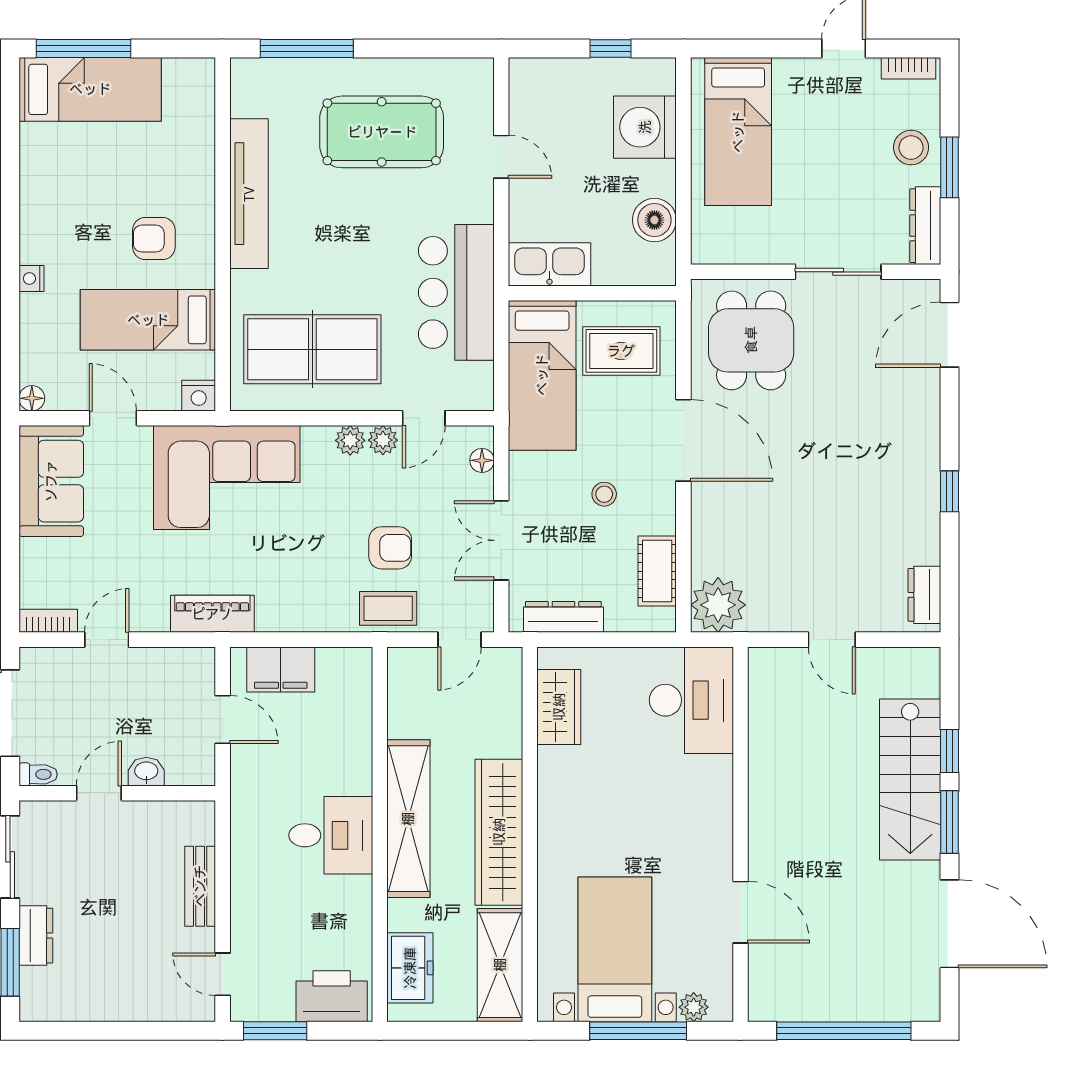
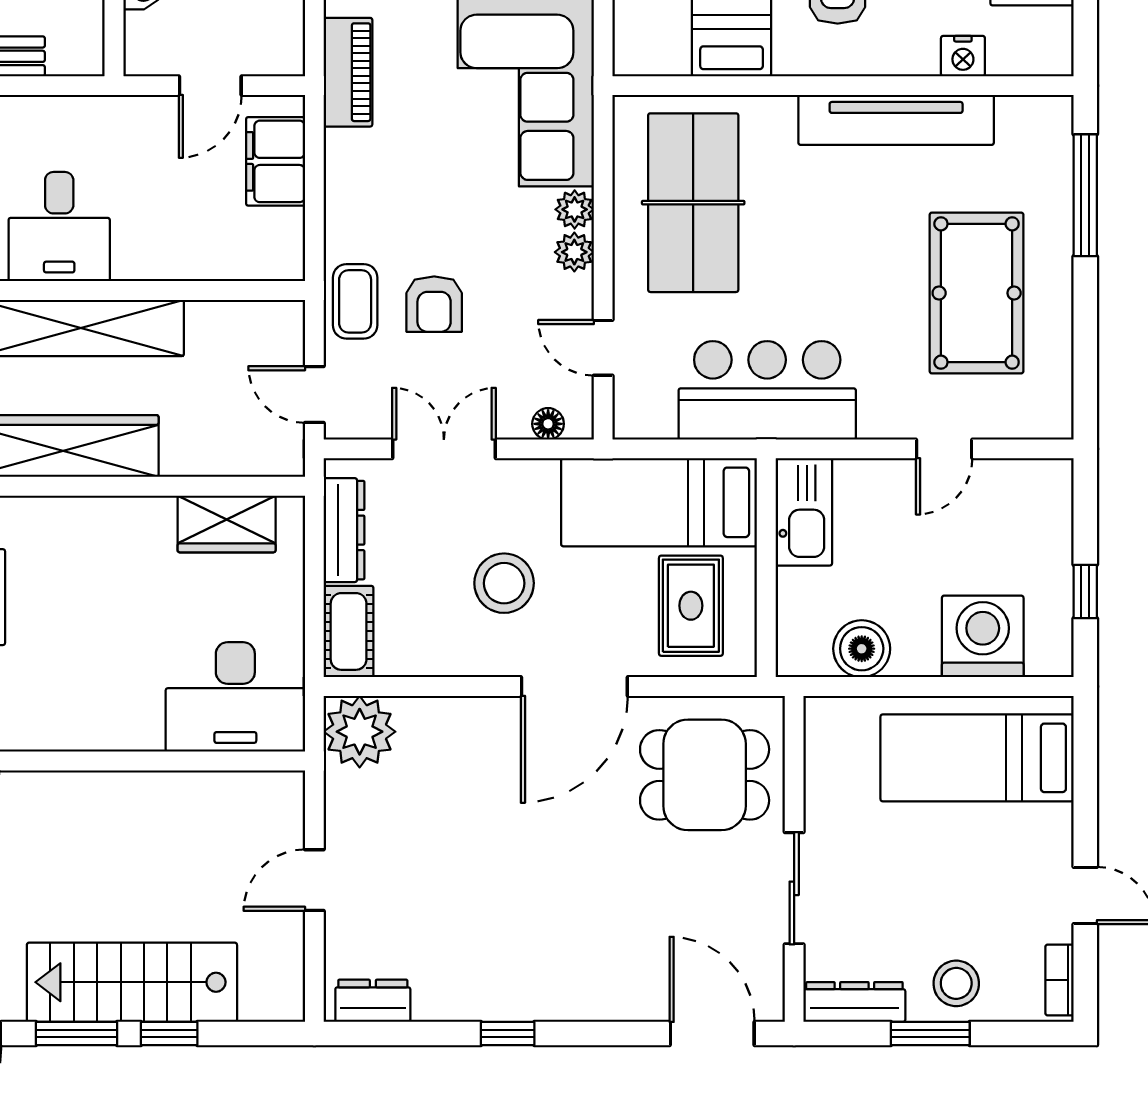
nightstand: (199, 396) -> (963, 56), moved, turned -90
plant: (383, 440) -> (575, 209), moved
stool: (604, 494) -> (504, 583), width x1.89, depth x1.89
cot: (657, 571) -> (349, 631), moved, turned 90

